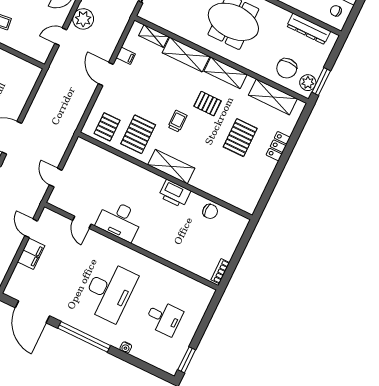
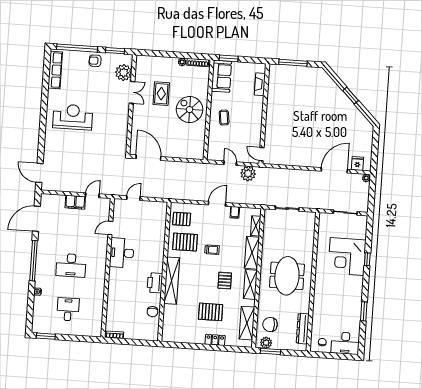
trolley: (177, 121) -> (212, 250), moved
shelving: (171, 167) -> (172, 281), width x1.47
desk: (109, 291) -> (71, 265), width x0.73, depth x0.77
desk: (164, 318) -> (68, 309), turned 180

